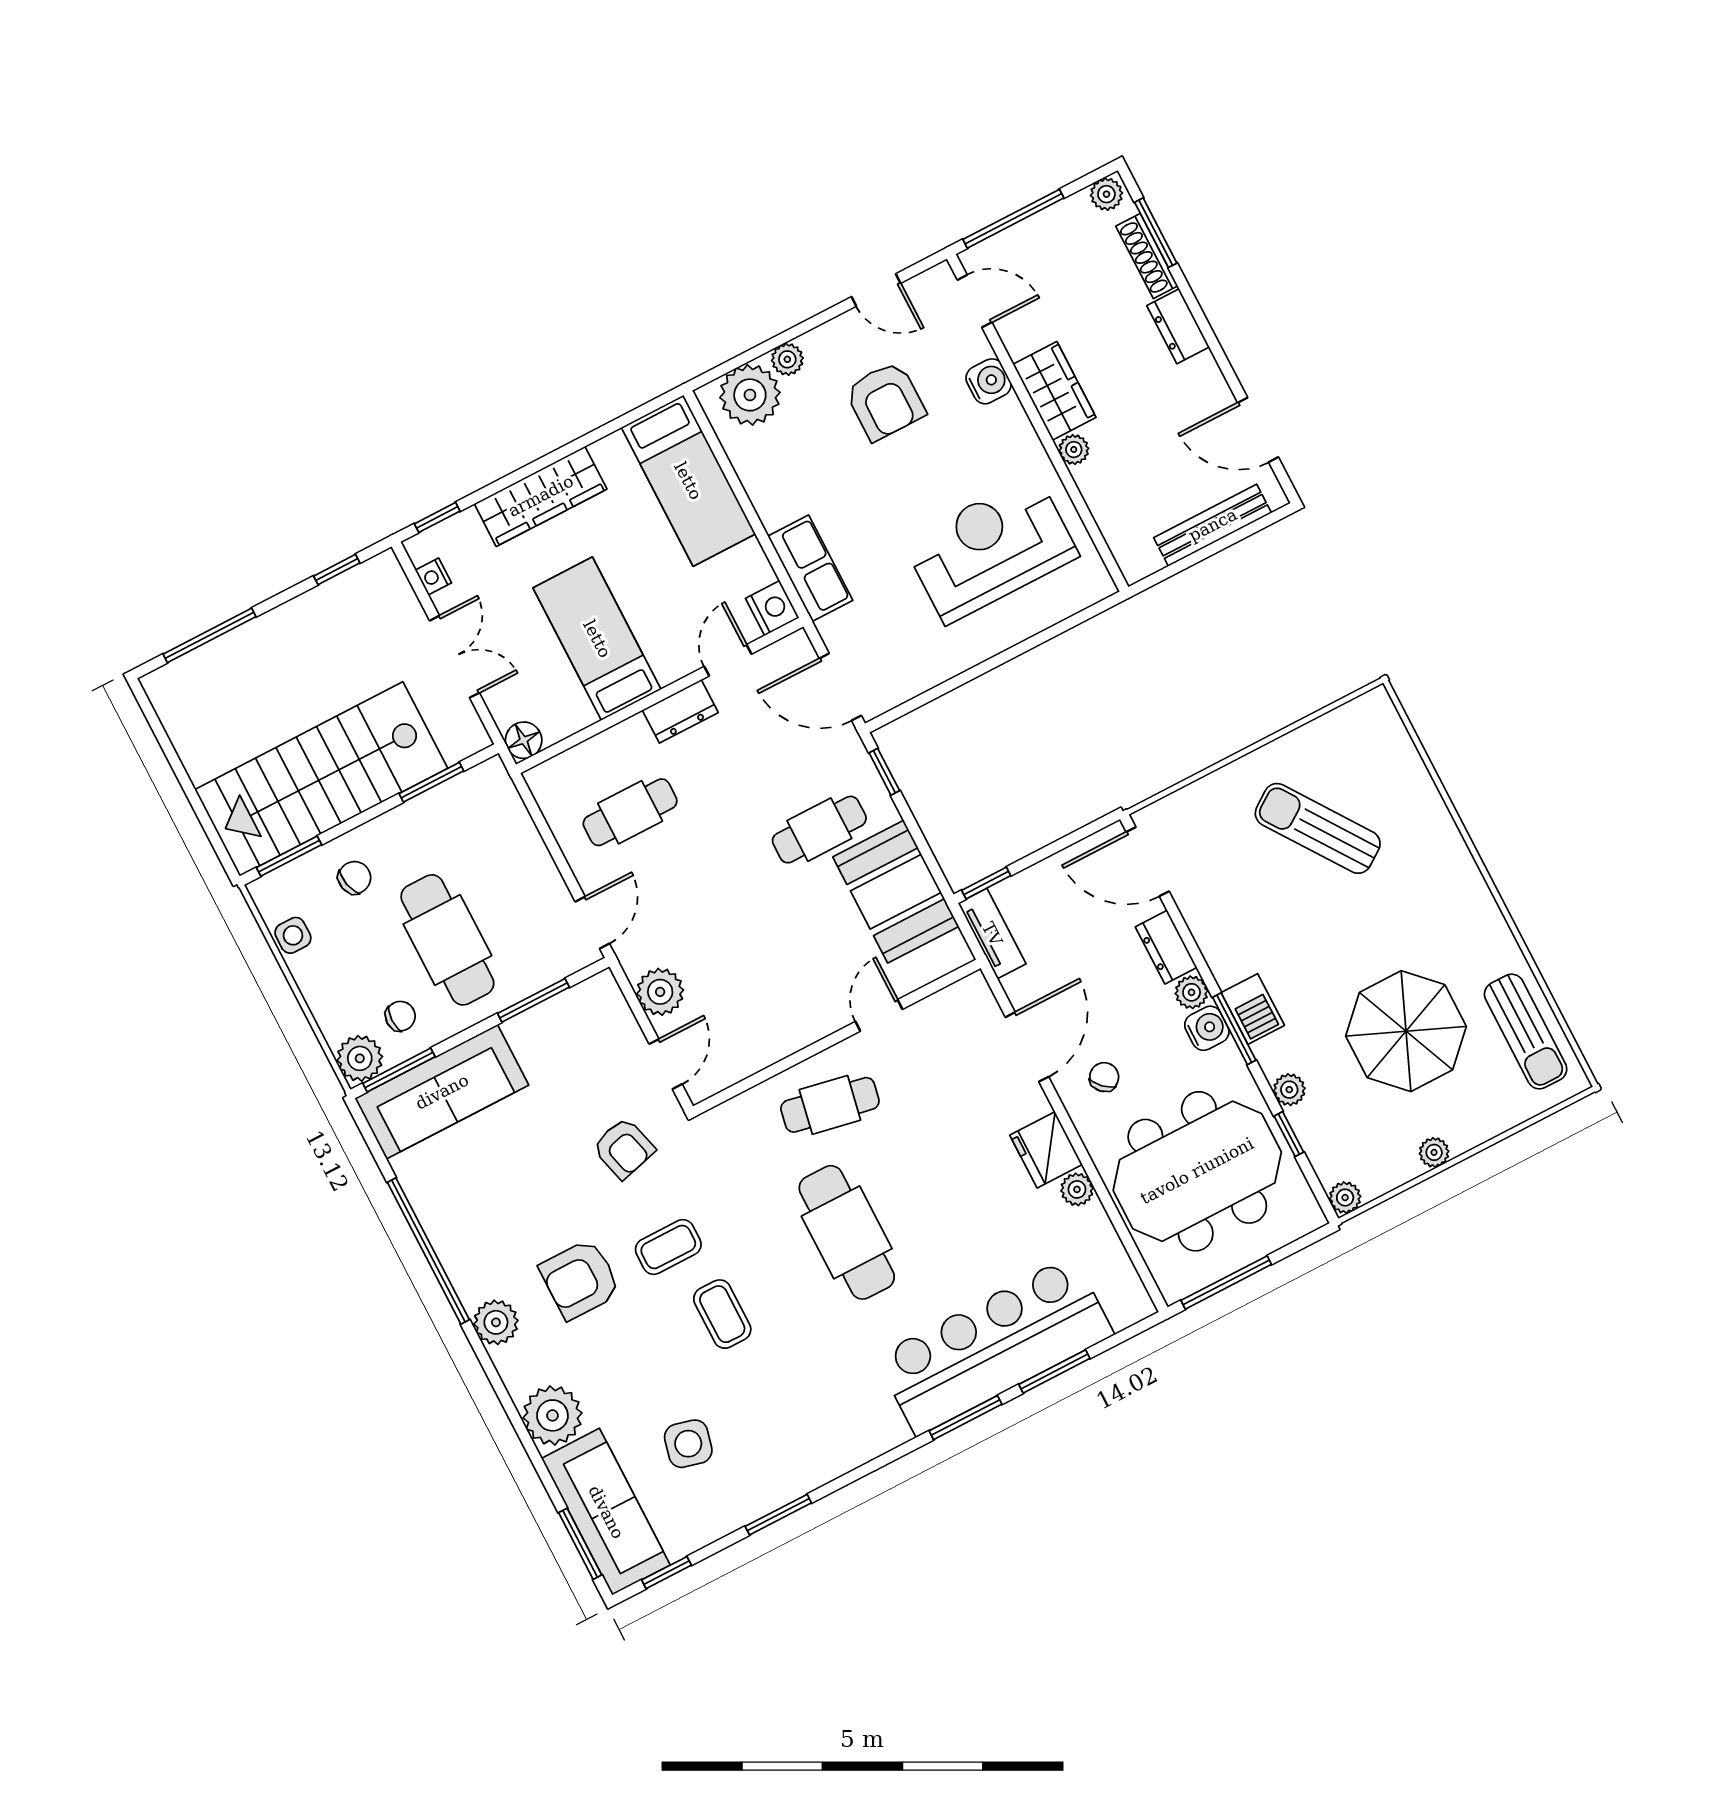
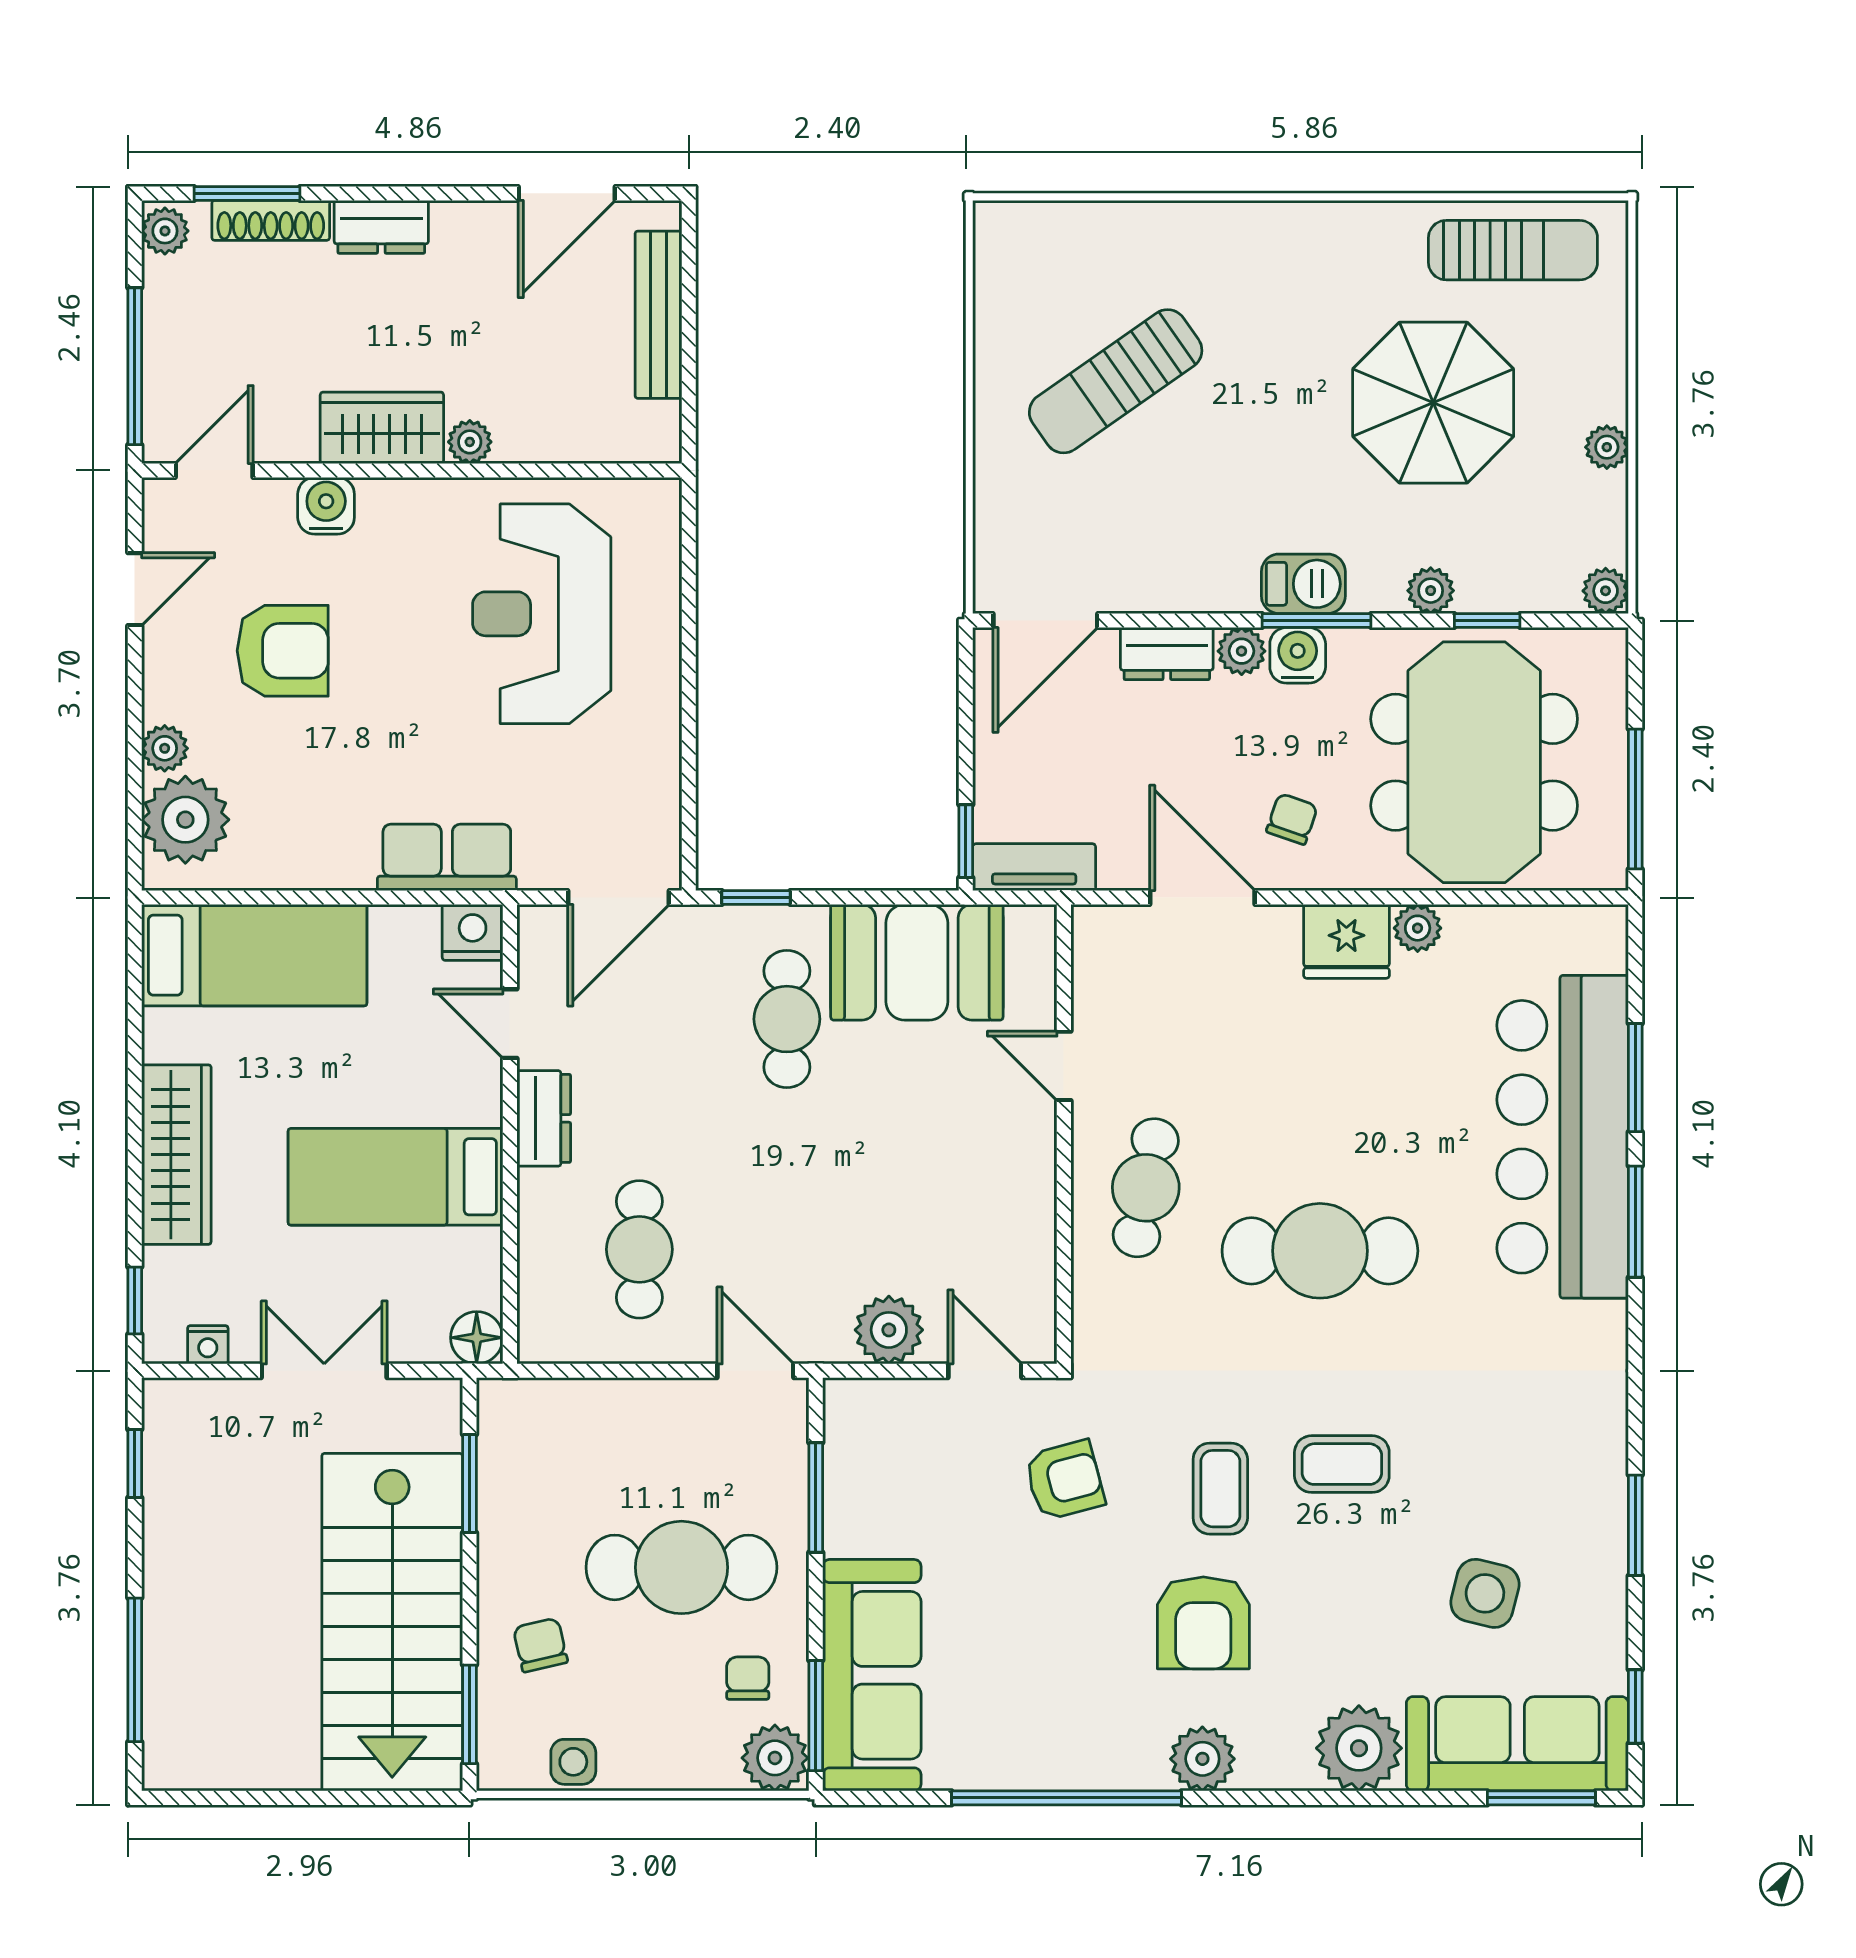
chair: (1104, 1077) -> (1292, 819), turned 65

